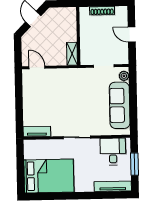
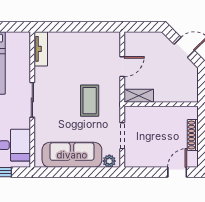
door: (132, 35) -> (177, 172), moved
door: (37, 67) -> (122, 67), moved
coffee table: (77, 92) -> (90, 101), added

